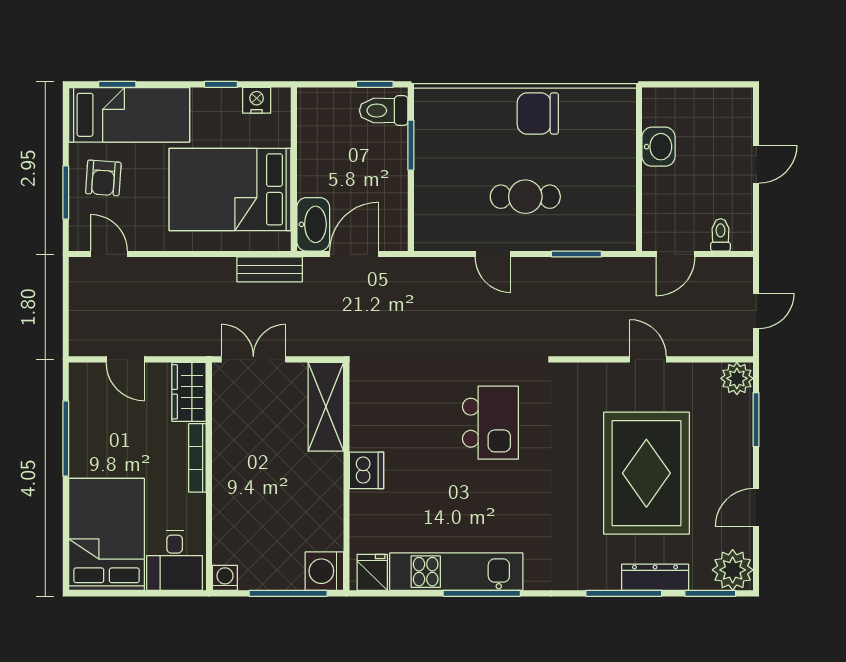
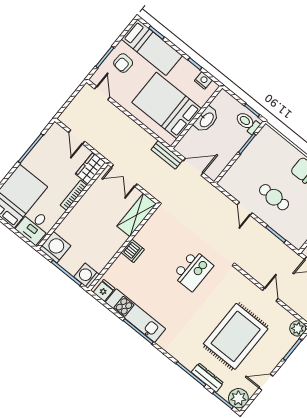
washbasin: (313, 224) -> (206, 120), moved
bench: (270, 269) -> (167, 155), moved
double door: (253, 359) -> (124, 176), swing flipped
washing machine: (225, 578) -> (55, 247), width x1.89, depth x1.89

